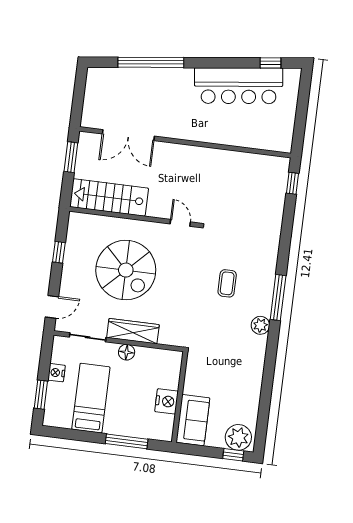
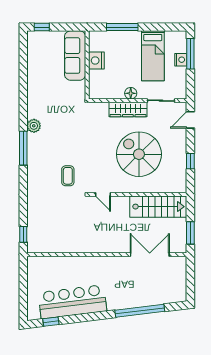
coffee table: (227, 283) -> (68, 176), moved
nightstand: (57, 373) -> (181, 60), moved
window: (41, 395) -> (190, 54), width x1.44
sofa: (193, 420) -> (75, 56), width x1.36
plant: (238, 437) -> (40, 40), removed

